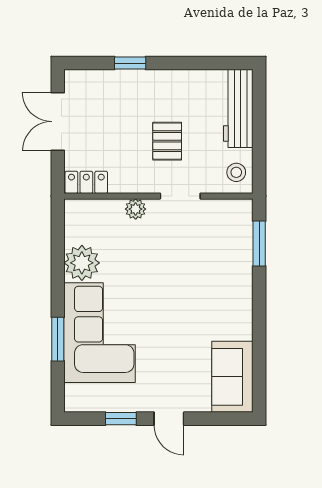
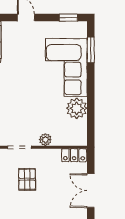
double door: (58, 122) -> (91, 191), swing flipped
window: (58, 339) -> (91, 50), moved
window: (121, 419) -> (68, 18), moved

